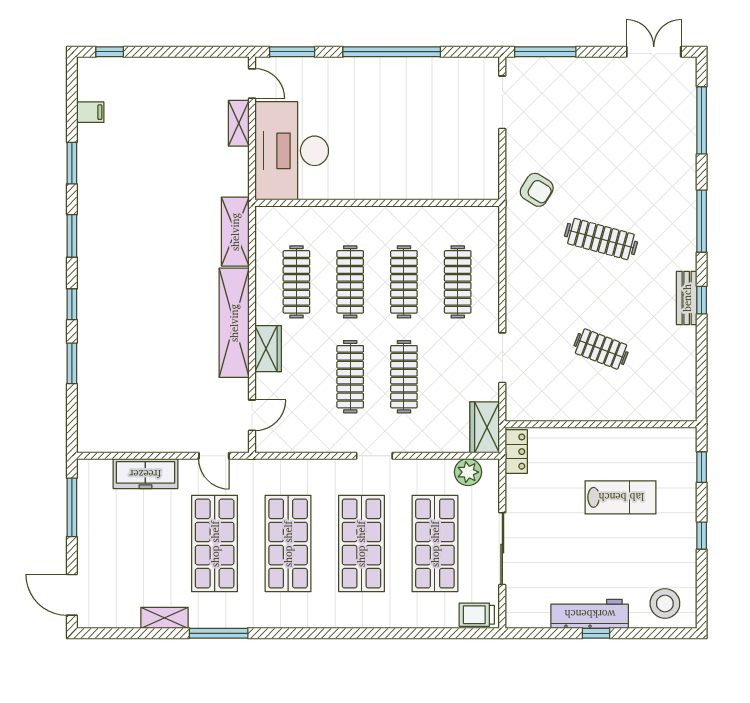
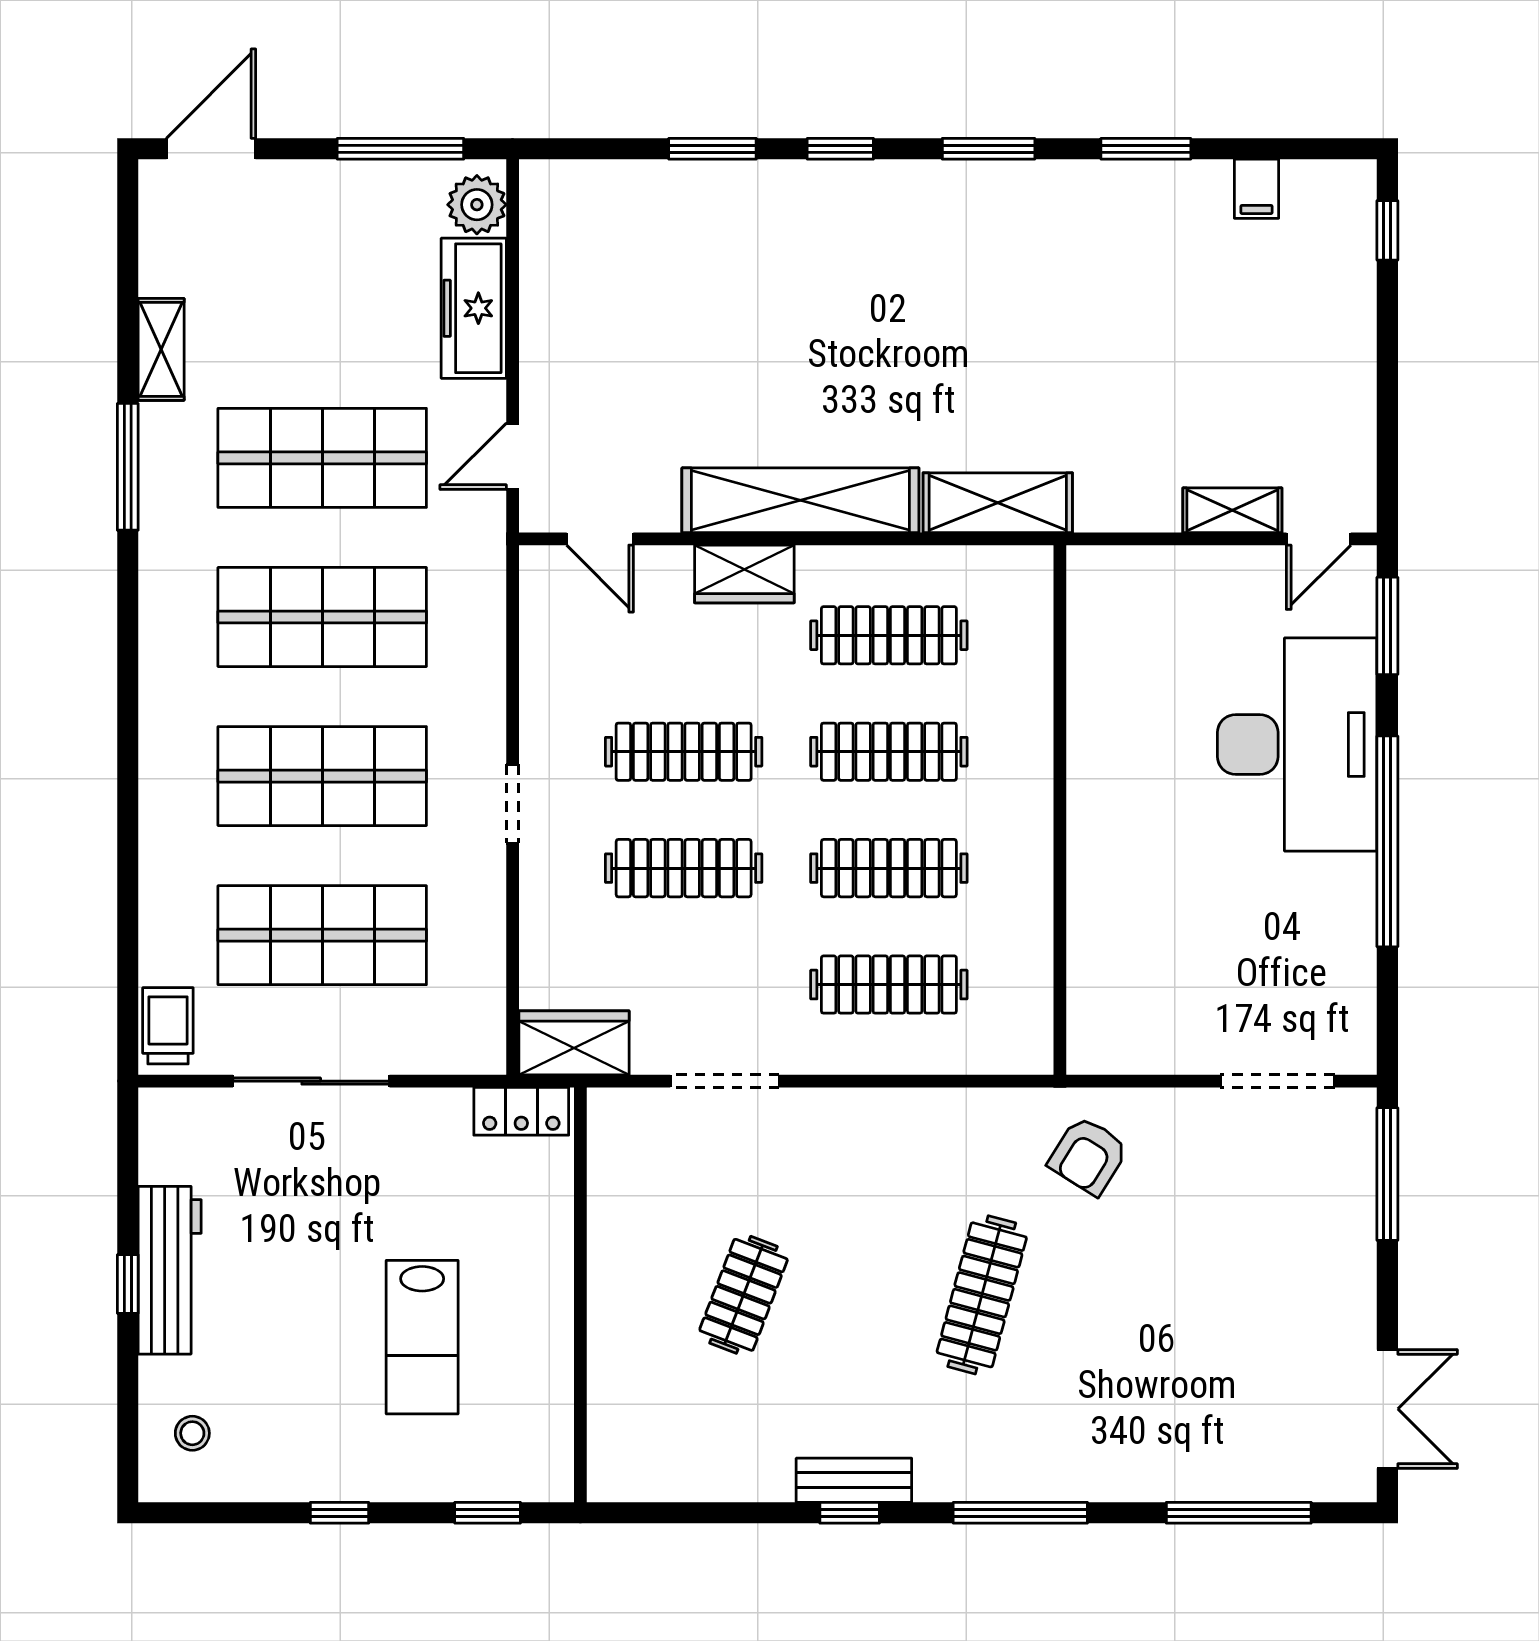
desk: (292, 151) -> (1297, 744), moved, turned 90
plant: (468, 472) -> (477, 205), moved
stool: (665, 603) -> (192, 1433), width x0.53, depth x0.53

